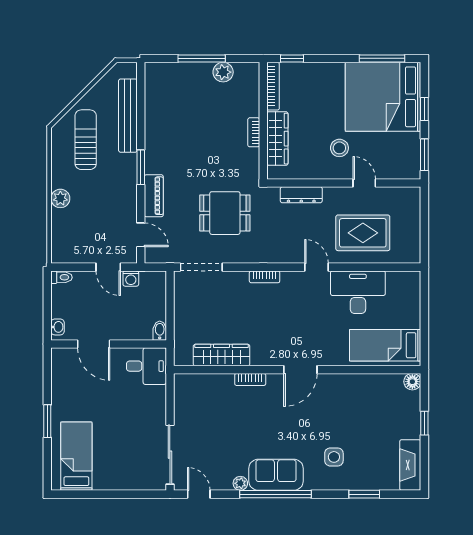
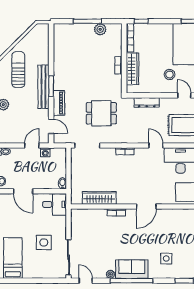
bench: (128, 116) -> (43, 87), moved
door: (108, 267) -> (32, 146), swing flipped
side table: (128, 430) -> (44, 242), added

